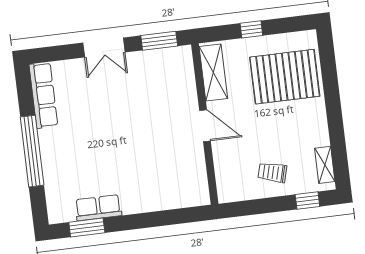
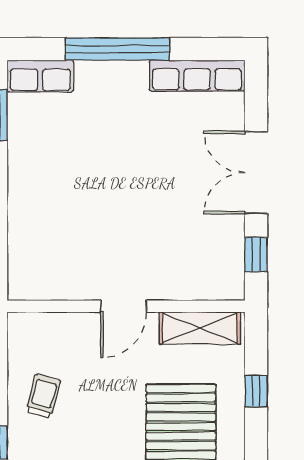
window: (159, 41) -> (256, 254), width x0.67
double door: (104, 47) -> (256, 173), width x1.37
row of seats: (98, 208) -> (40, 76), moved, turned 90

